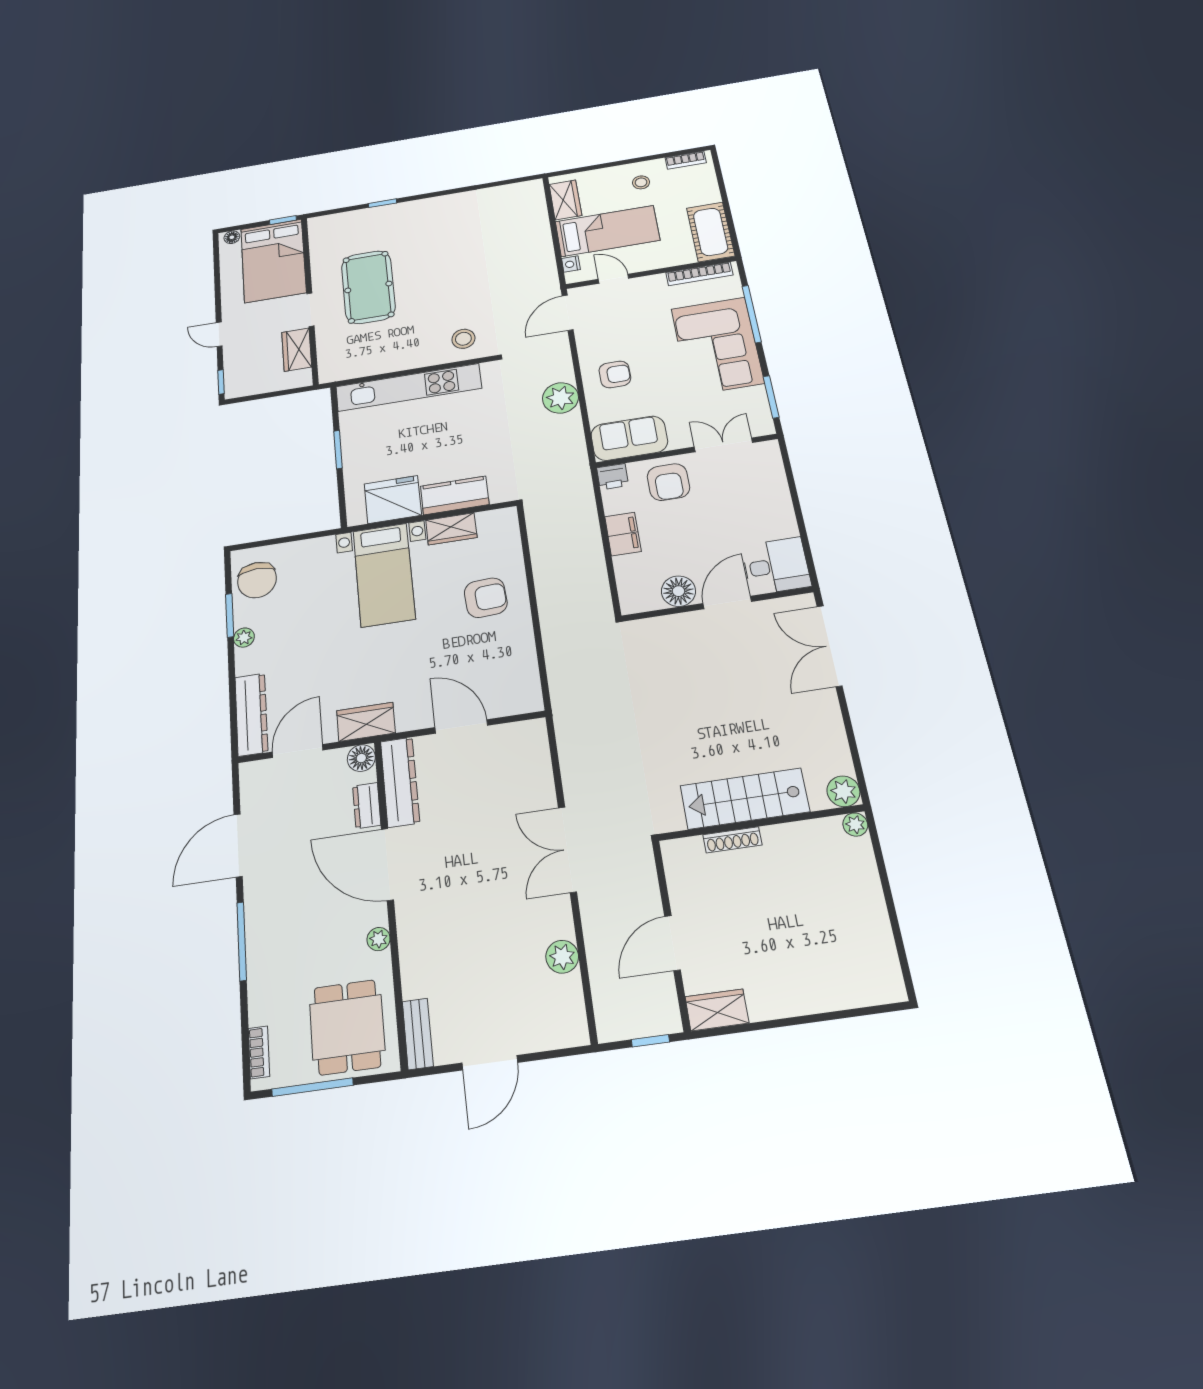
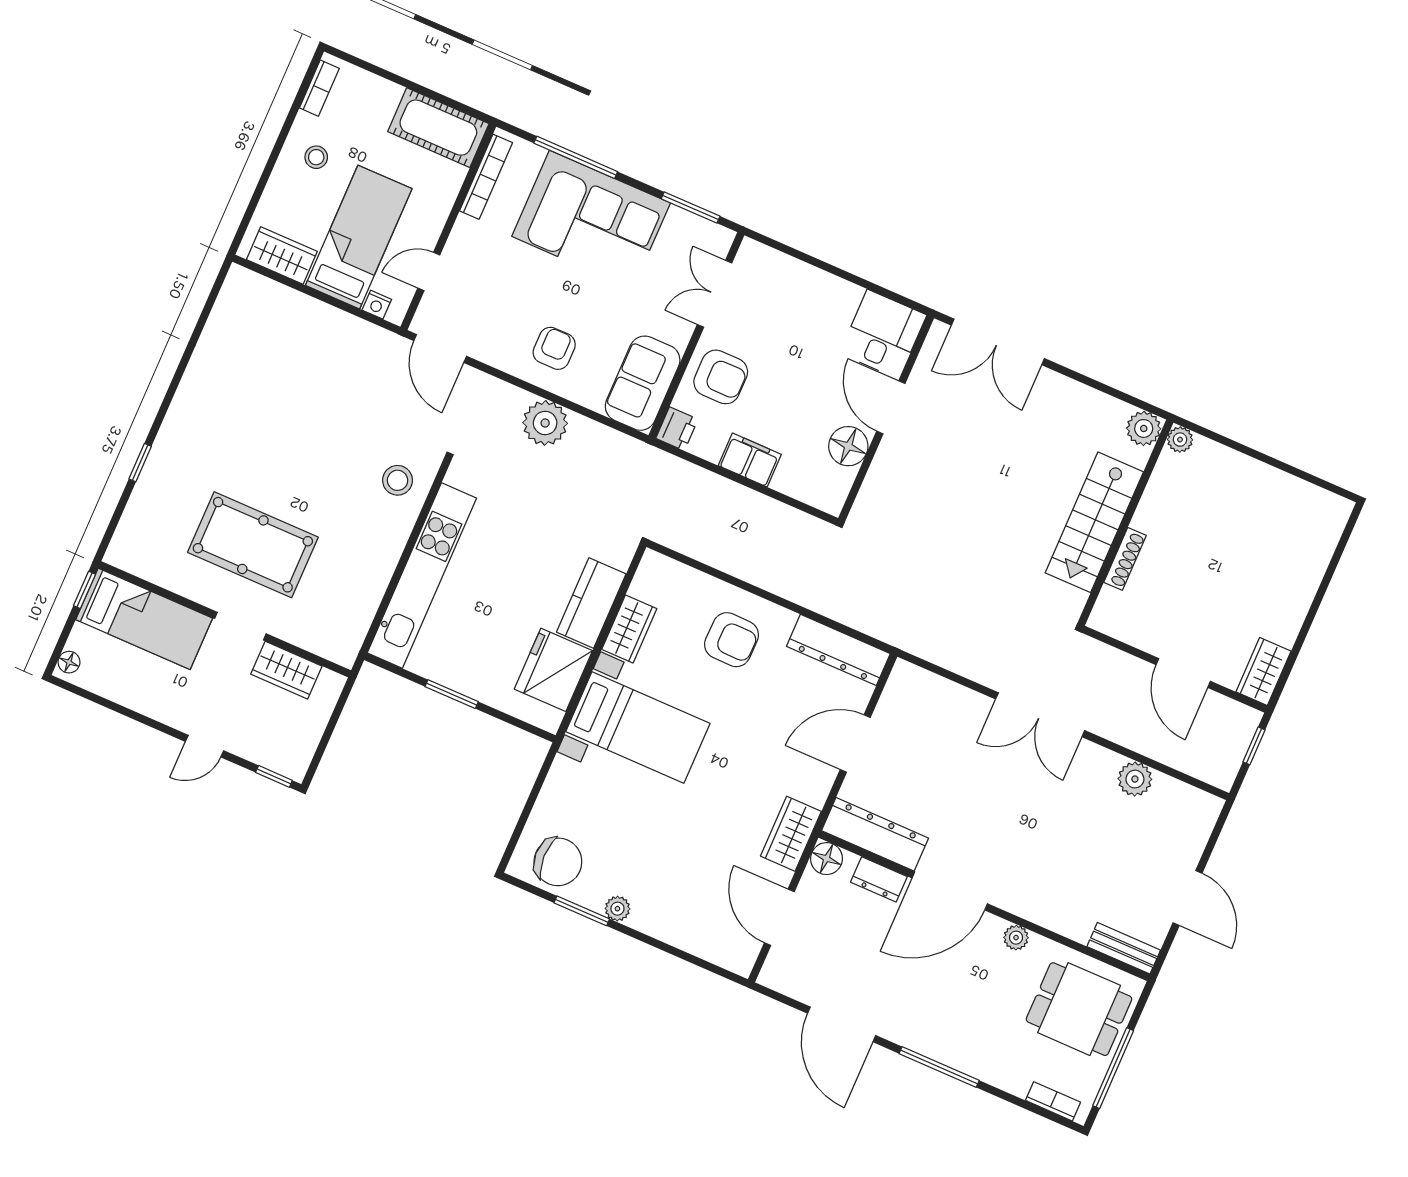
bed: (273, 261) -> (144, 619), width x0.67
armchair: (486, 598) -> (732, 640), turned 94
dresser: (251, 714) -> (838, 650), moved, turned 180

